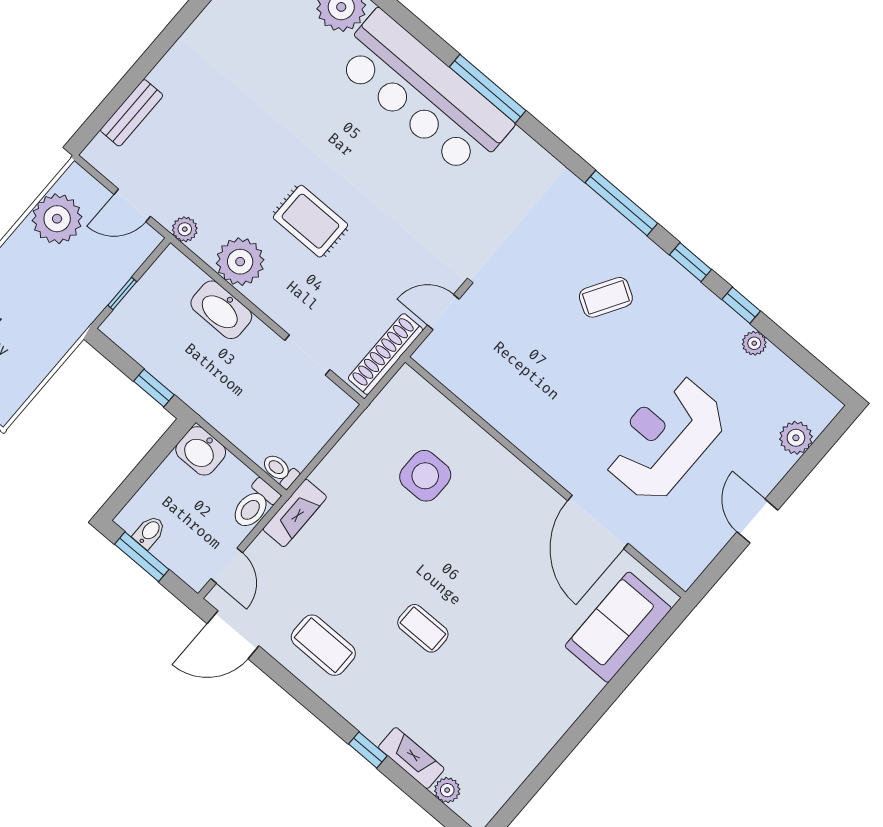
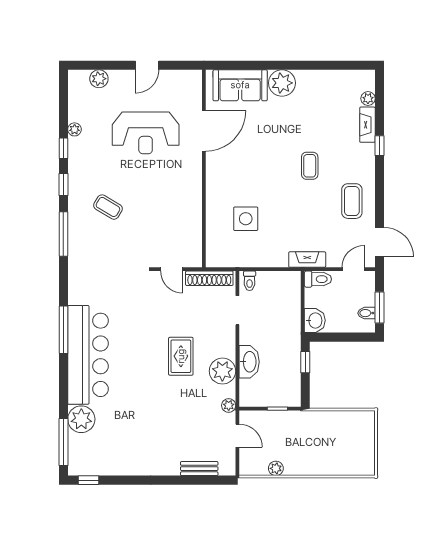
plant: (57, 219) -> (276, 468), width x0.53, depth x0.53
toilet: (280, 470) -> (250, 281), moved
plant: (572, 688) -> (282, 83), added

